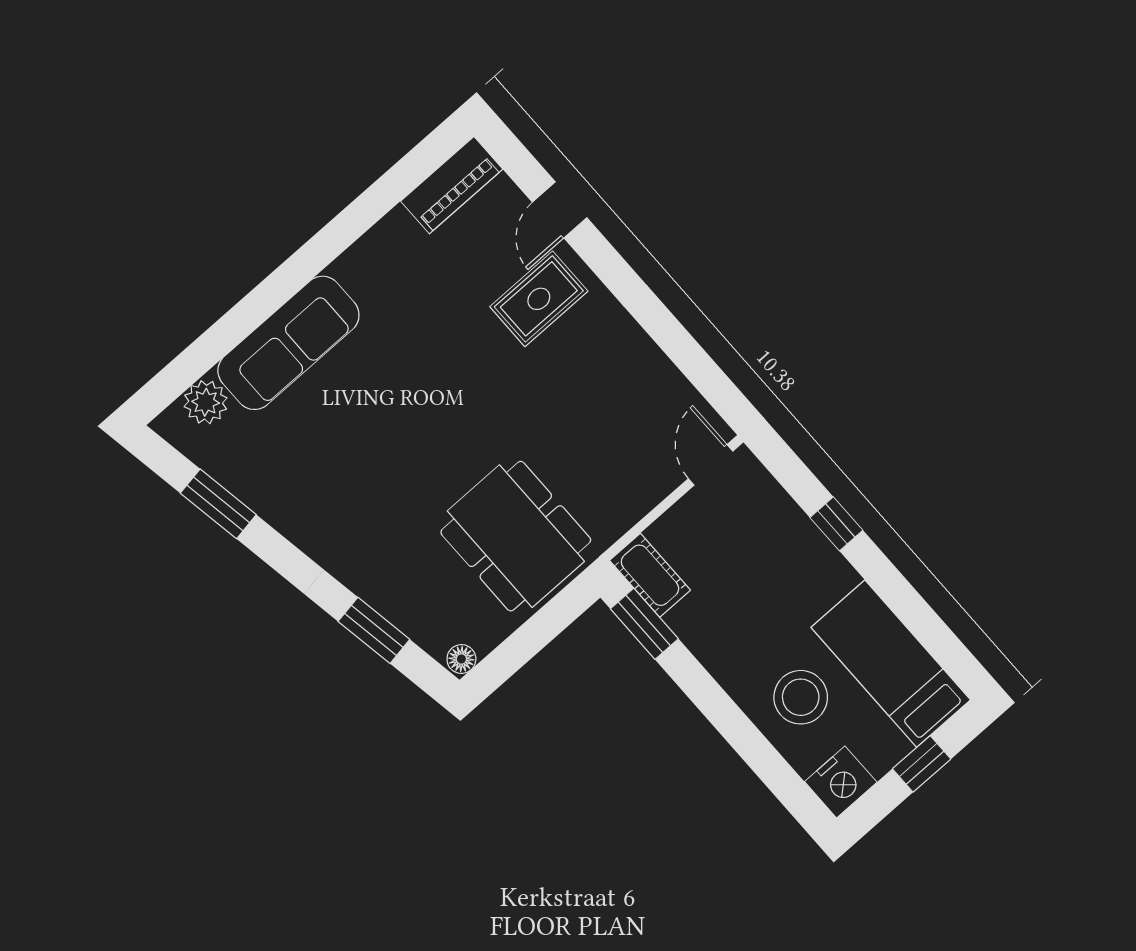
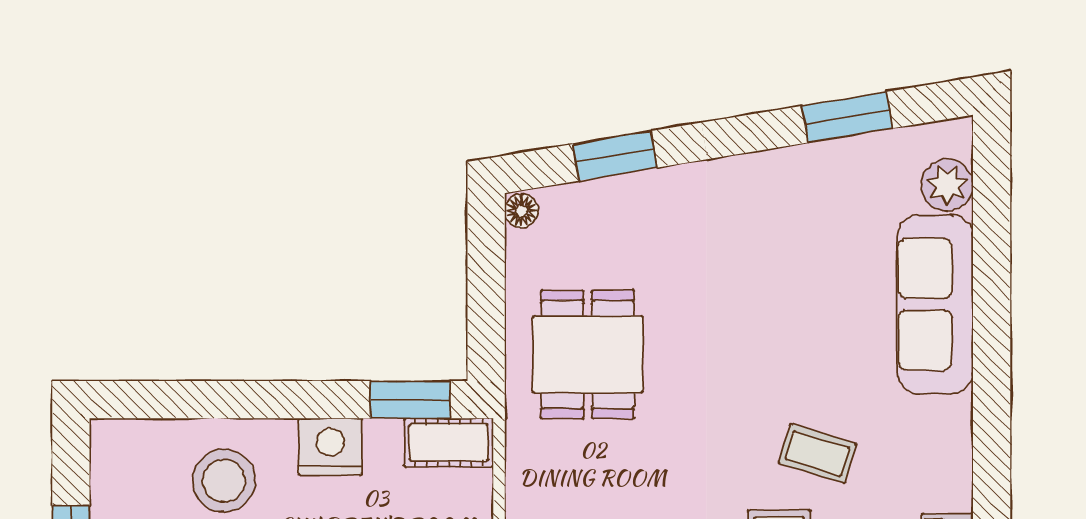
coffee table: (450, 334) -> (817, 454), added
dining table: (516, 536) -> (588, 354), width x0.73
nightstand: (841, 782) -> (330, 447), moved, turned 90

